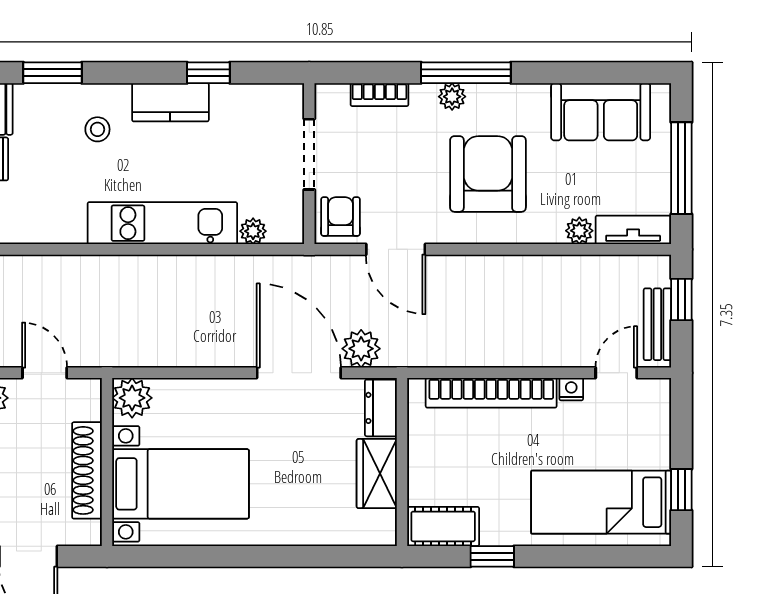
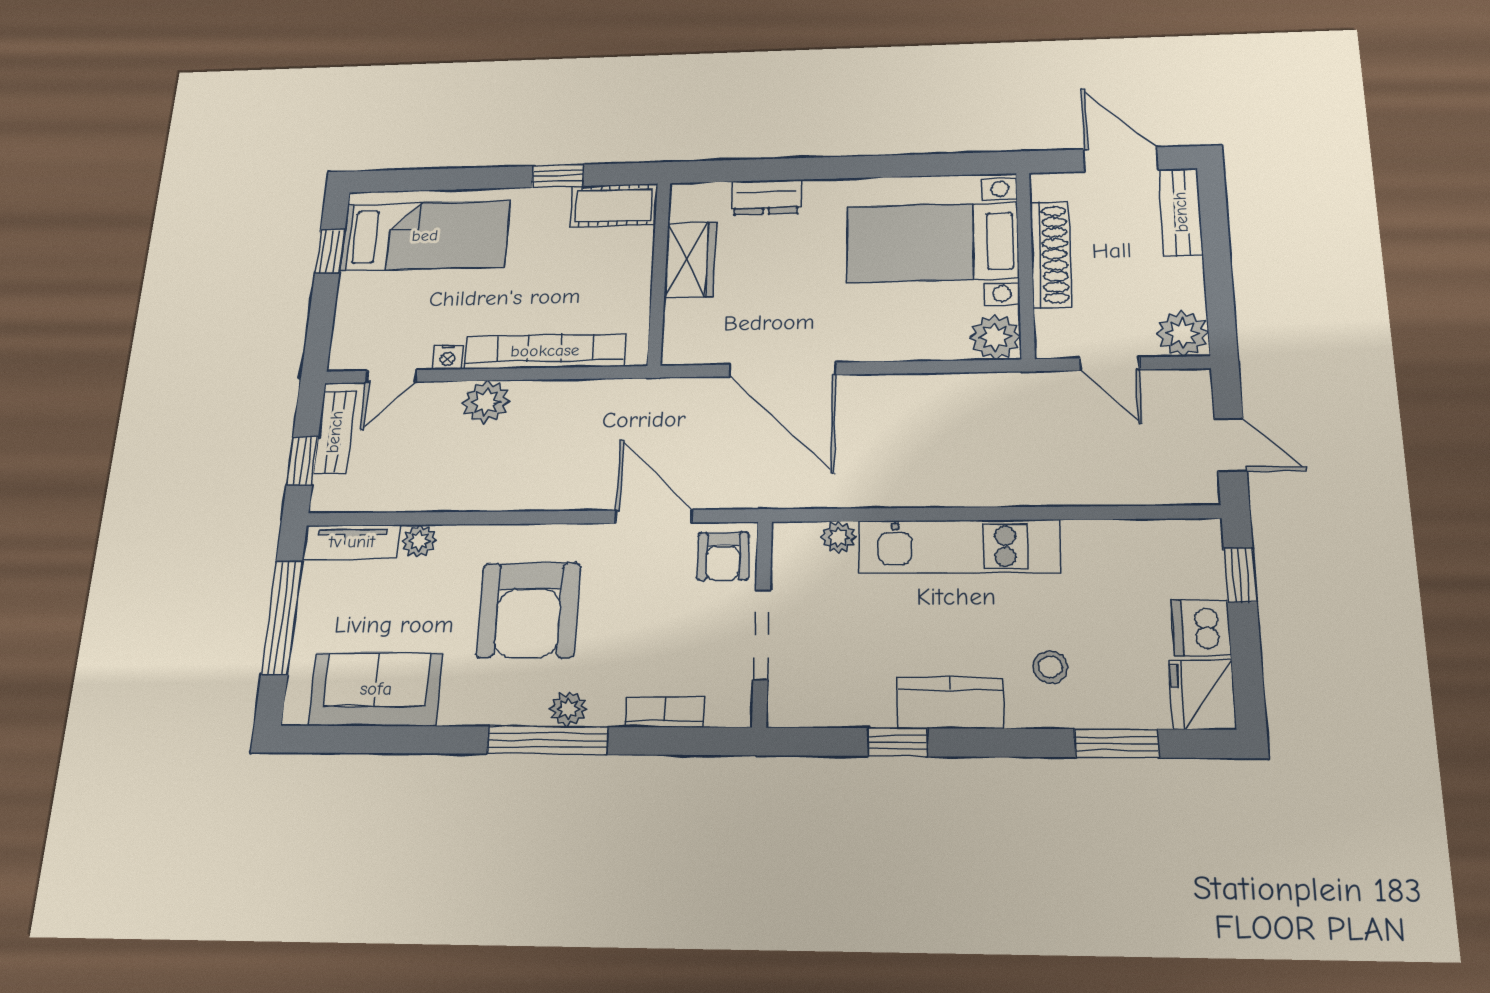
plant: (361, 349) -> (486, 402), moved
dresser: (381, 408) -> (766, 197), moved, turned 90

